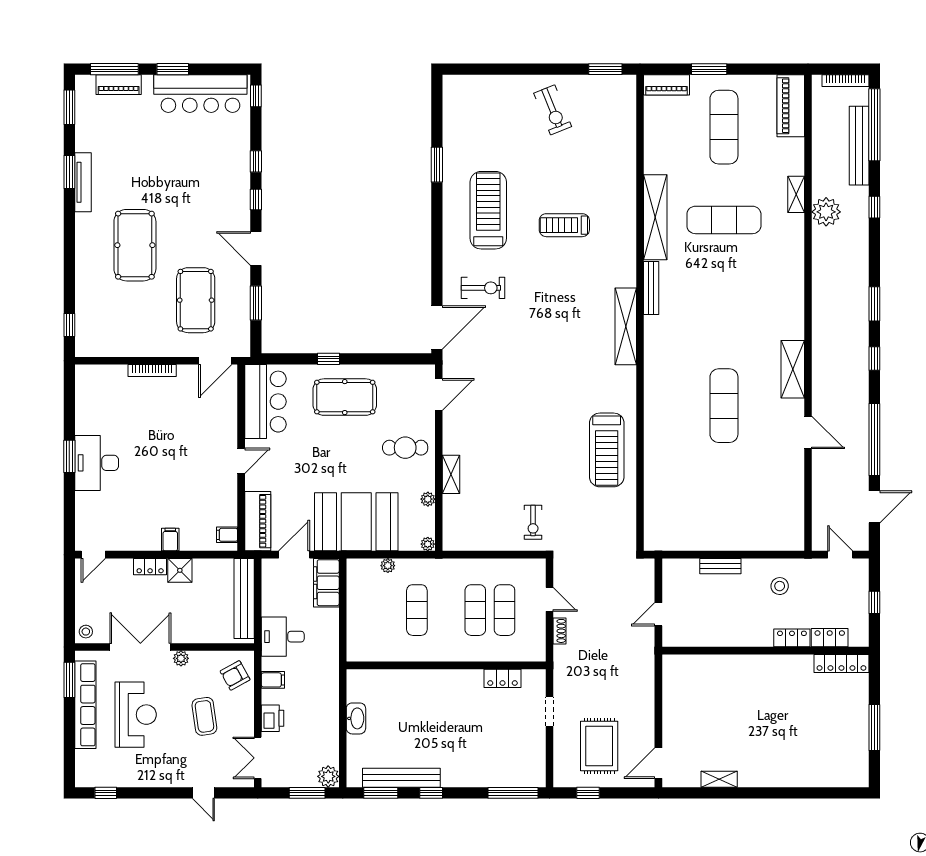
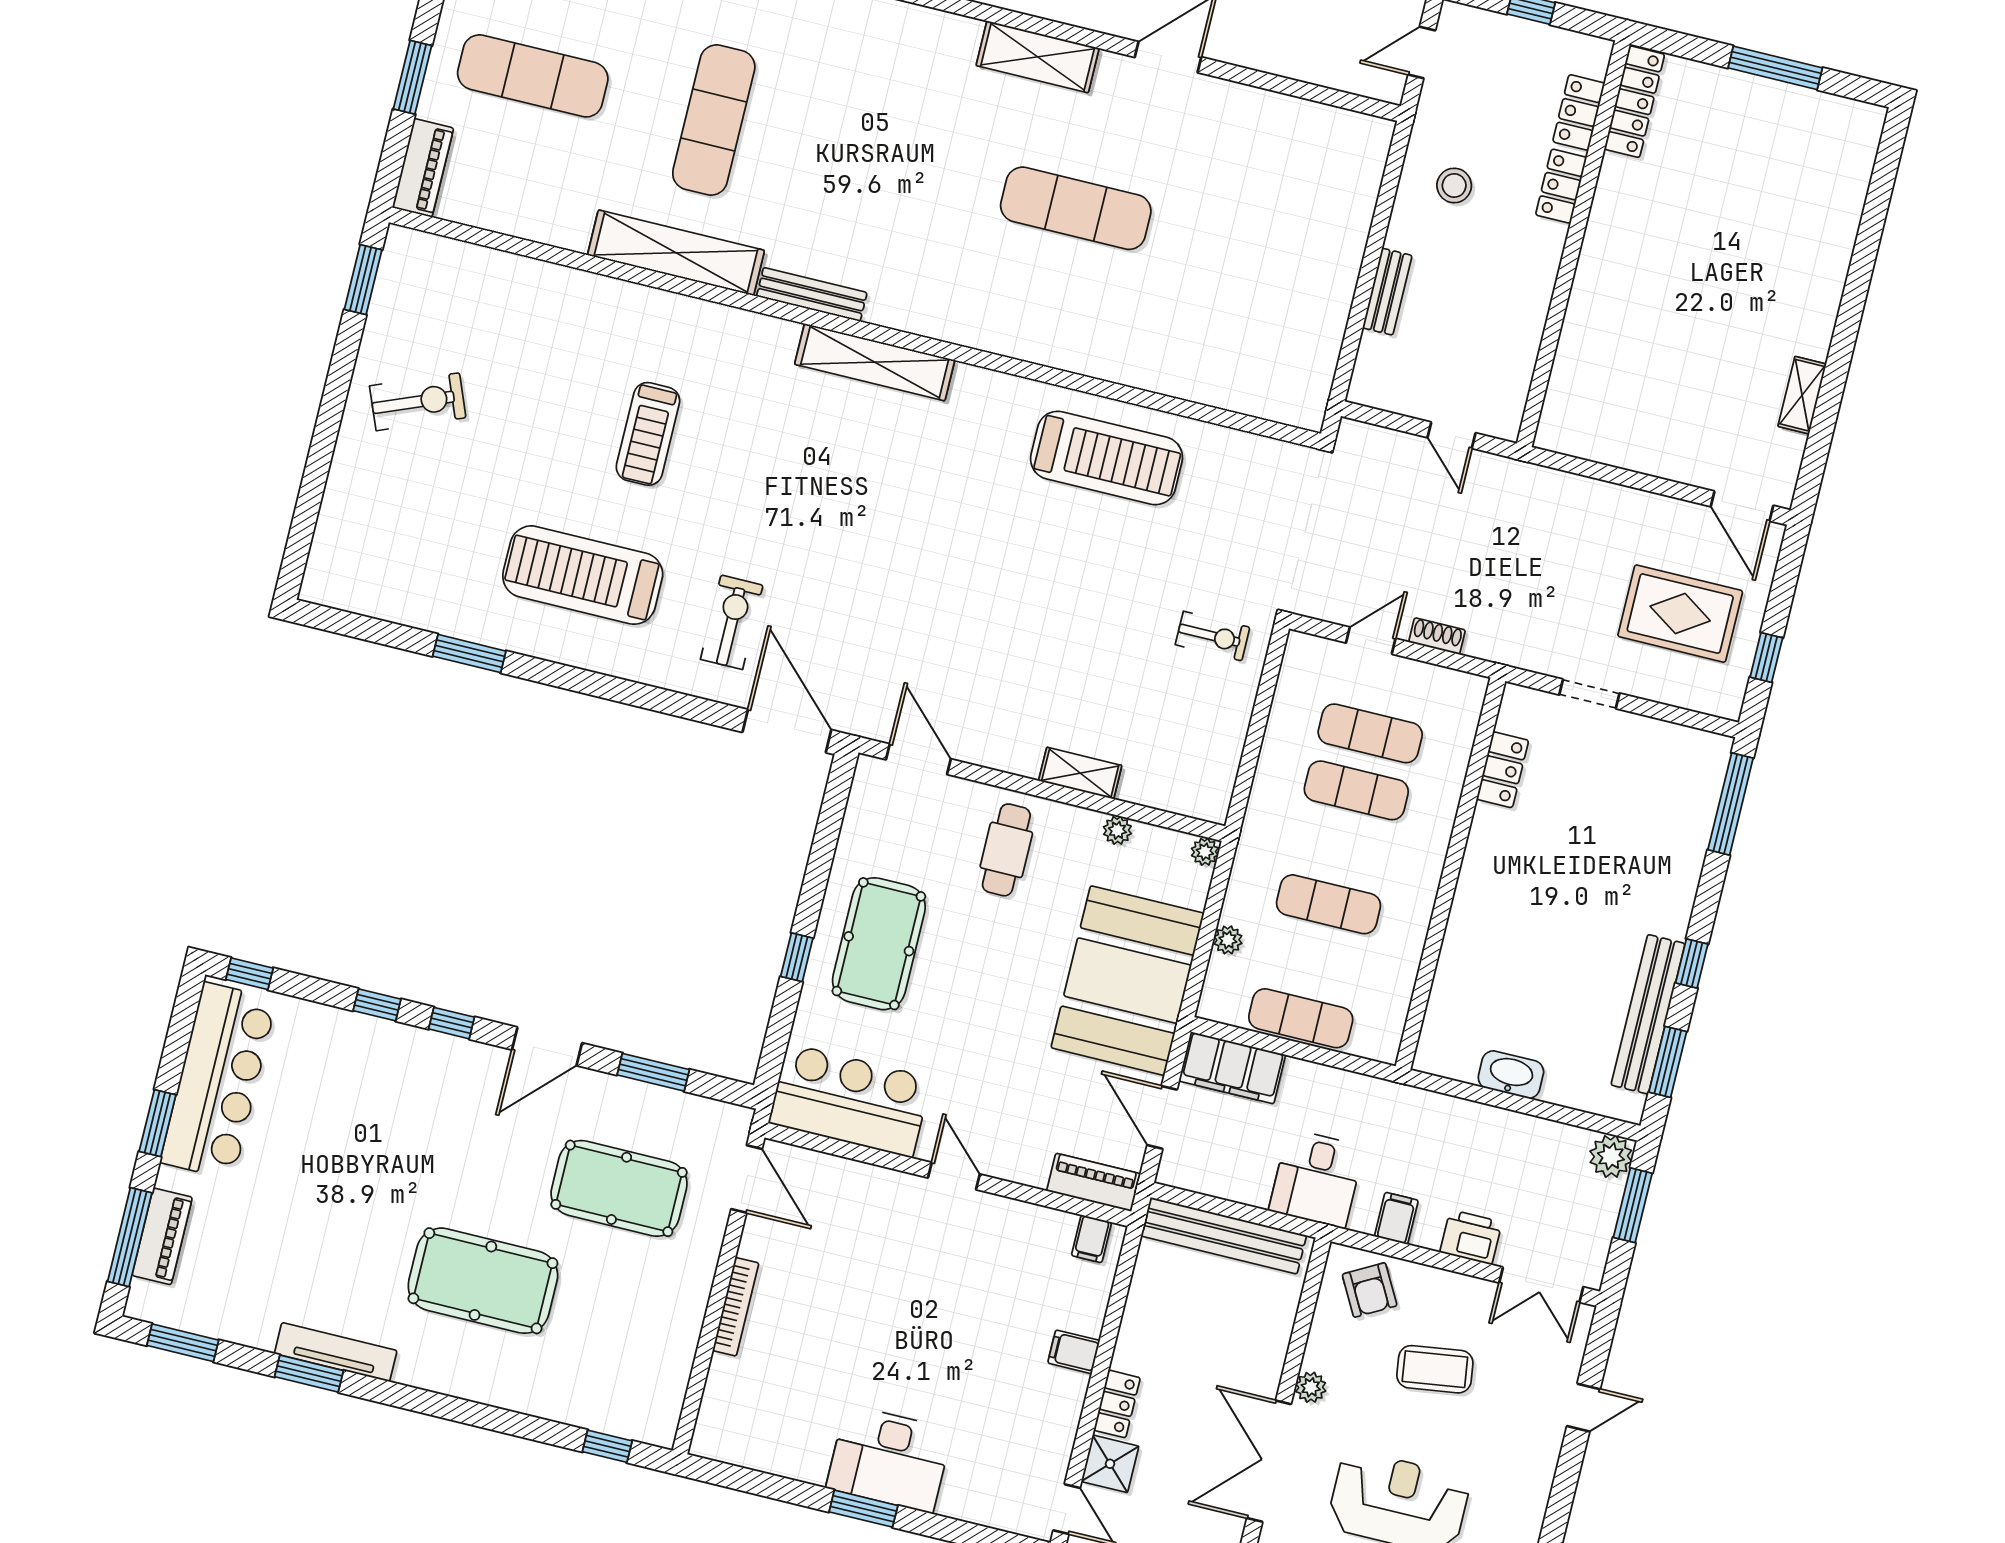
piano: (258, 521) -> (1094, 1182), width x0.73, depth x0.75
shower: (180, 570) -> (1110, 1464), moved
exercise mat: (358, 610) -> (1301, 1018), added

